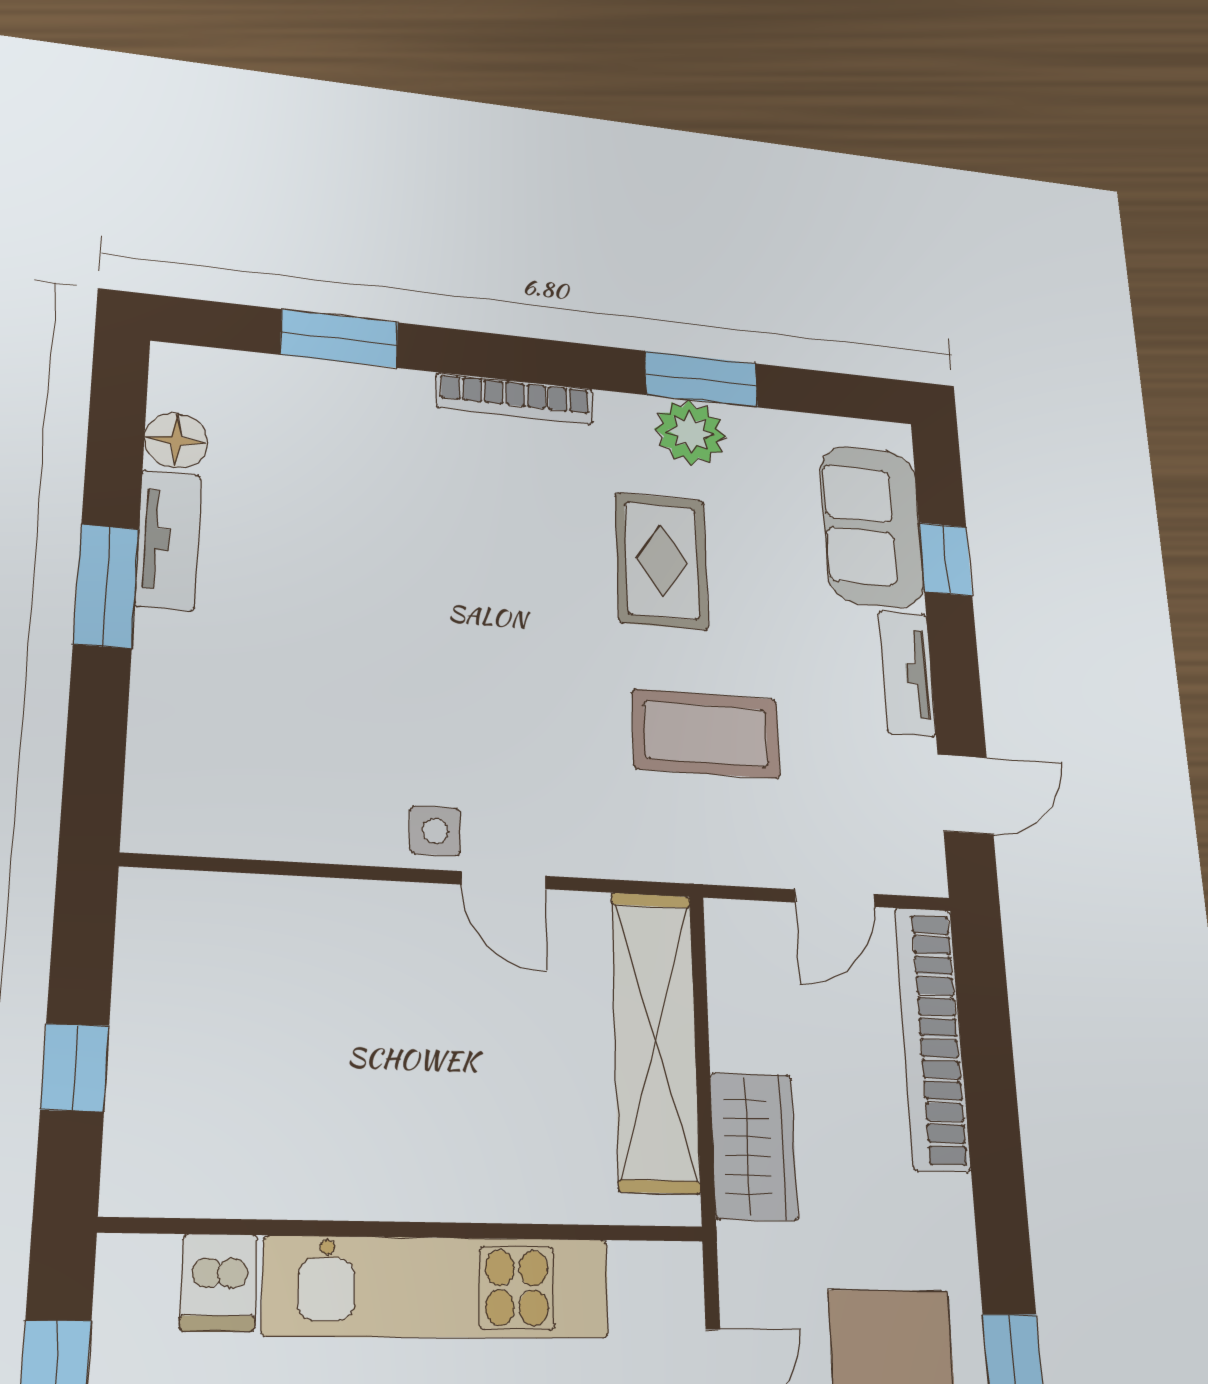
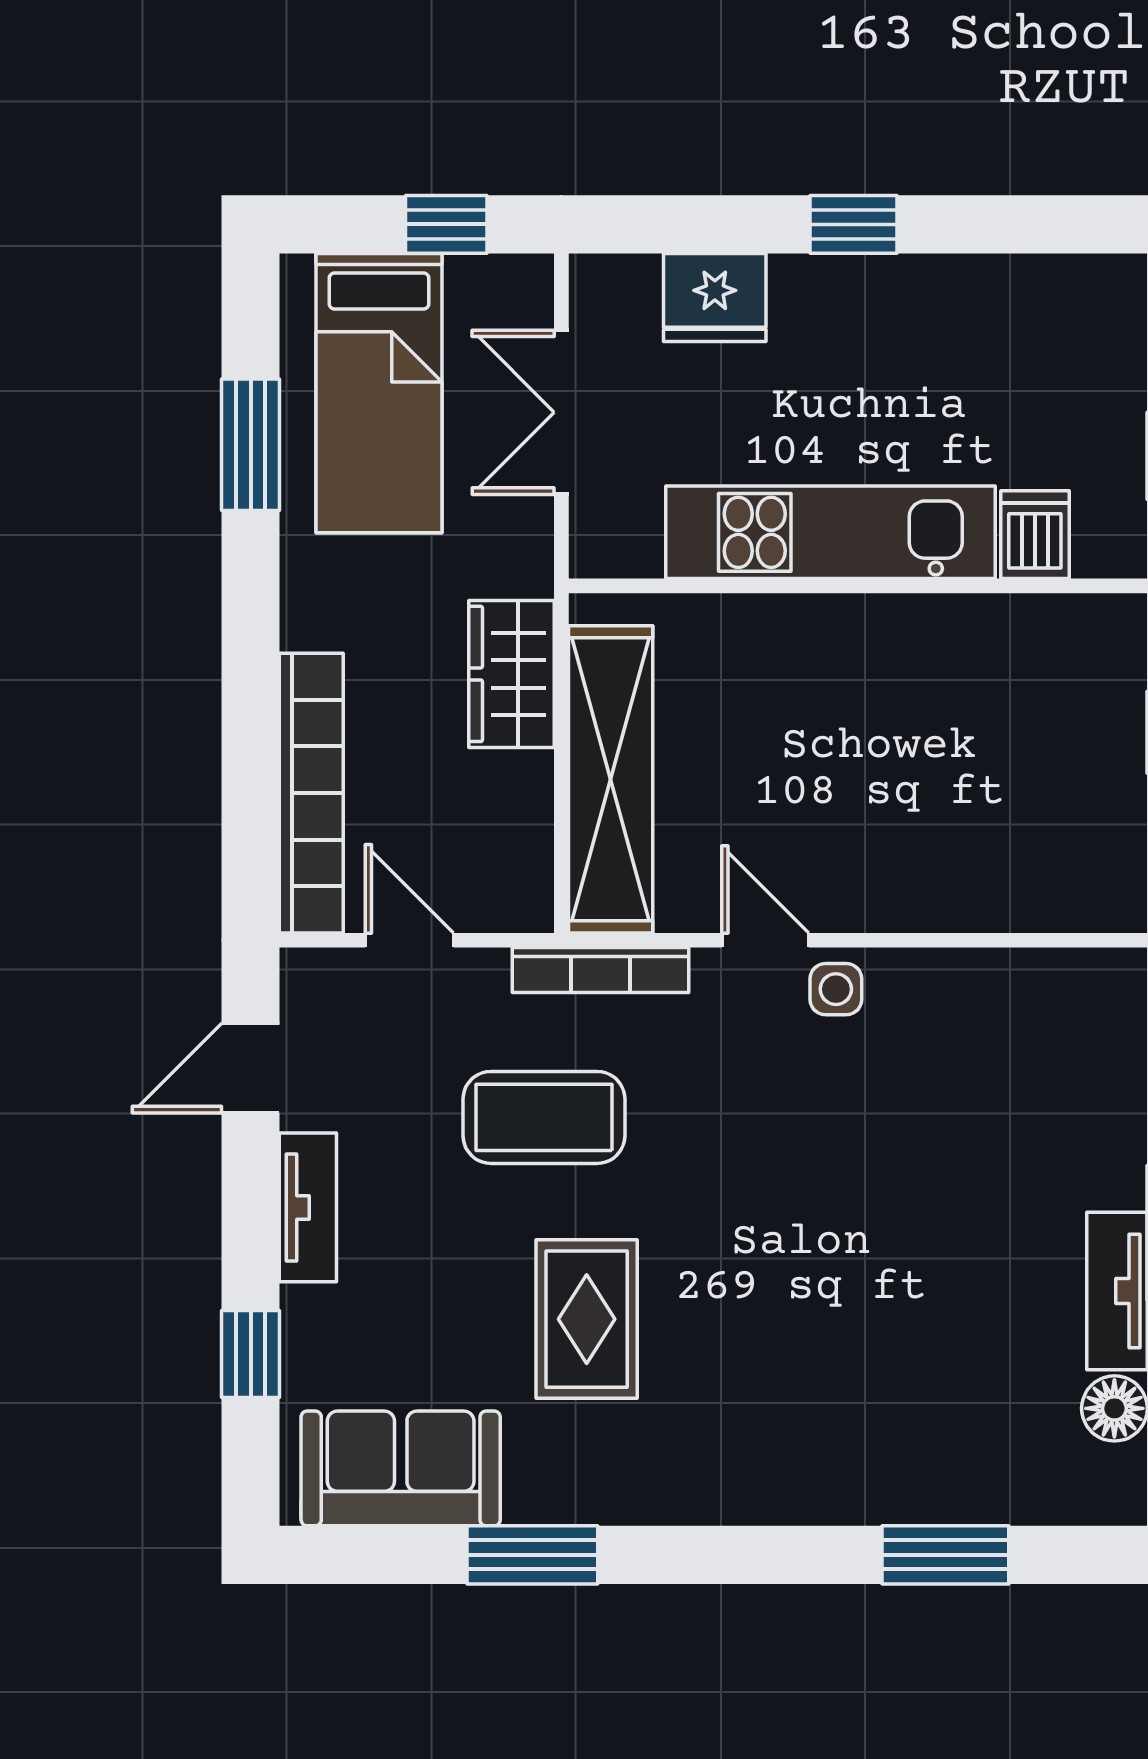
bookcase: (515, 398) -> (601, 970), moved, turned 180
plant: (690, 433) -> (548, 1484), removed
sofa: (872, 526) -> (401, 1468), moved, turned -90
door: (835, 898) -> (409, 940), hinge flipped

